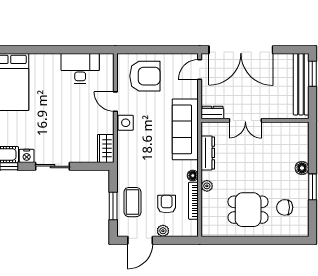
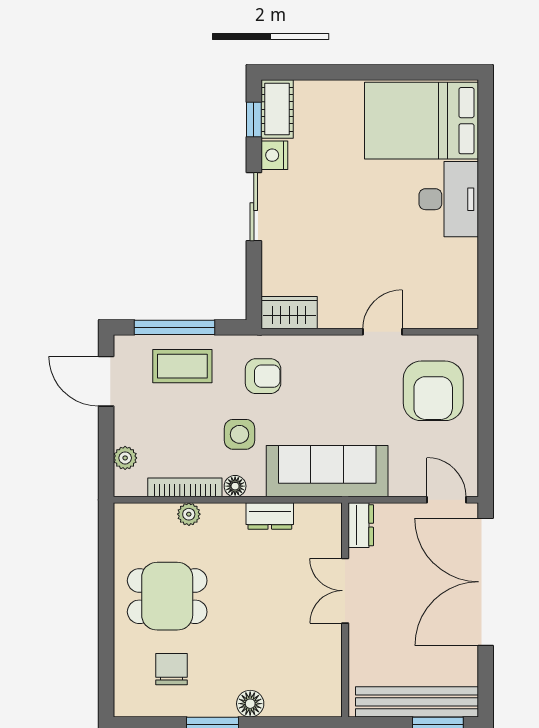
desk: (80, 68) -> (449, 199), moved
side table: (126, 123) -> (239, 434), moved
dresser: (208, 153) -> (270, 516), width x0.70
plant: (207, 186) -> (189, 514), moved
armchair: (167, 204) -> (263, 376), moved
window: (113, 206) -> (175, 327), width x1.44
dining table: (248, 210) -> (167, 596), turned 90
plant: (163, 231) -> (125, 458), moved

